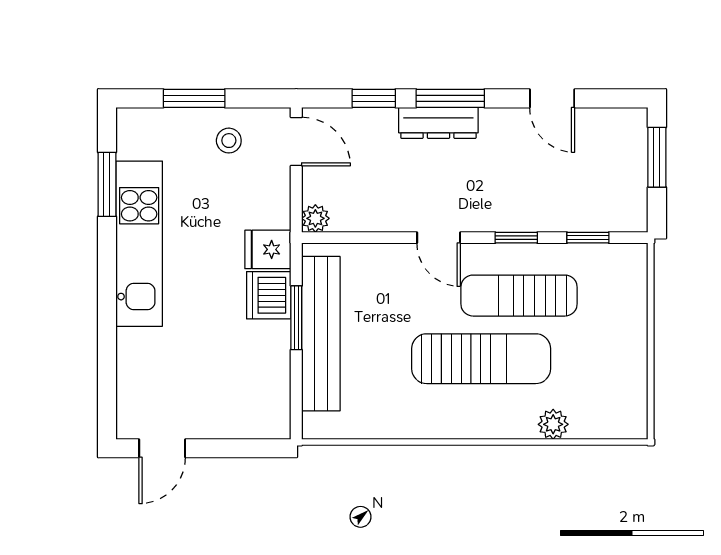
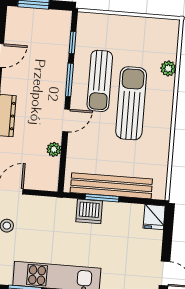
plant: (315, 218) -> (54, 149), moved
window: (516, 238) -> (69, 80), width x1.50
fridge: (268, 249) -> (154, 217), moved

